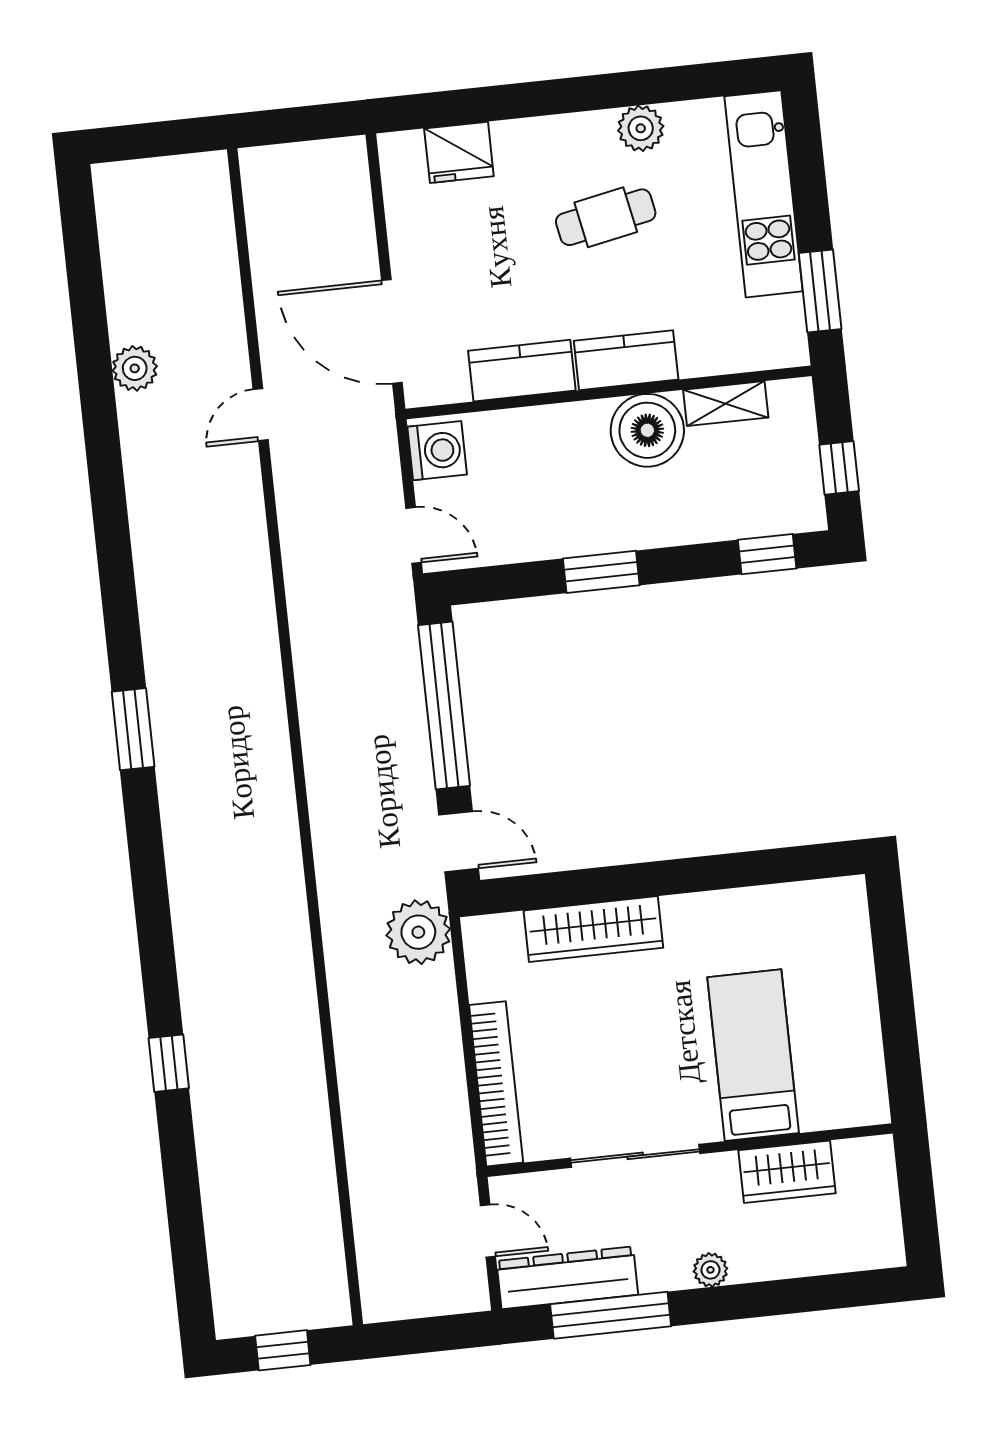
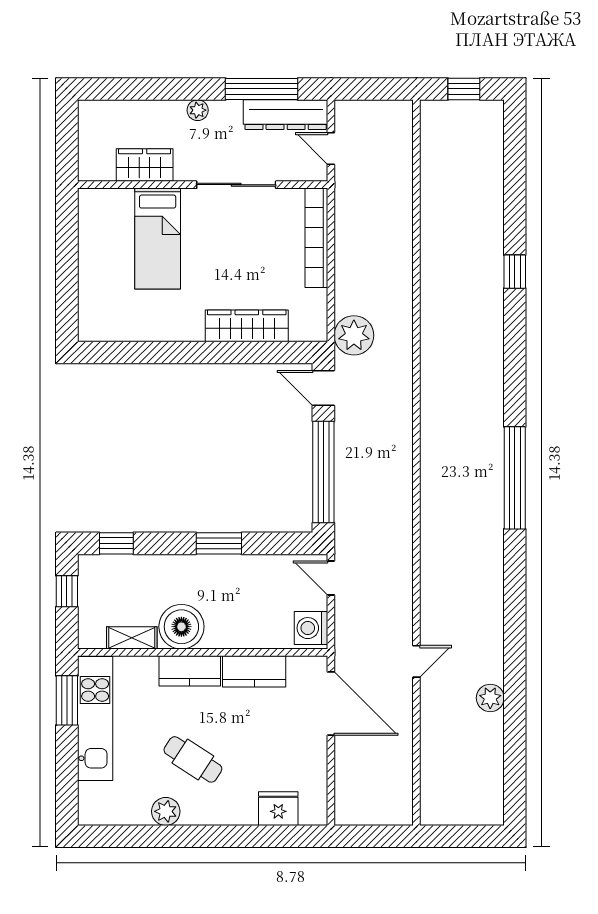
kitchen unit: (764, 194) -> (95, 719), moved
cafe table: (606, 217) -> (193, 759), turned 44
window: (133, 729) -> (515, 478), width x2.11

